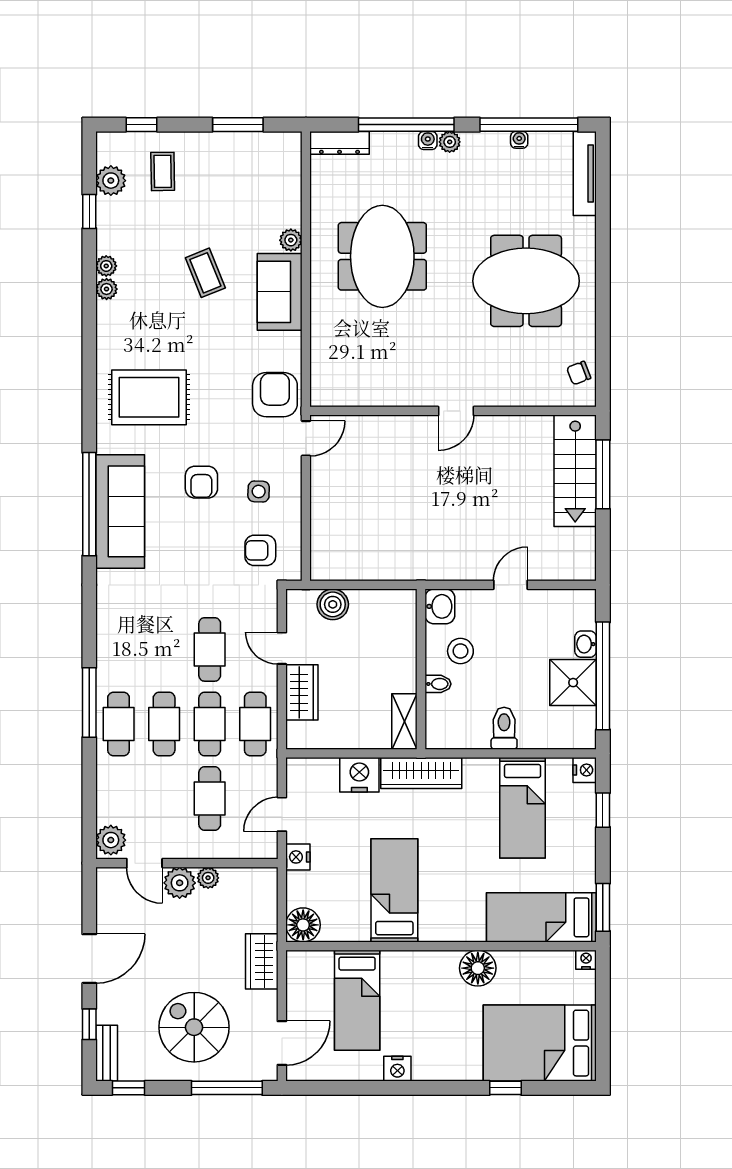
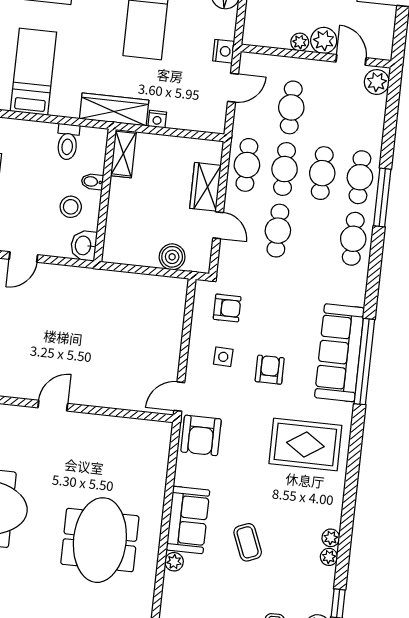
cafe table: (119, 649) -> (353, 239), added
toilet: (504, 728) -> (68, 142), moved
nightstand: (359, 775) -> (157, 119), width x0.53, depth x0.56

